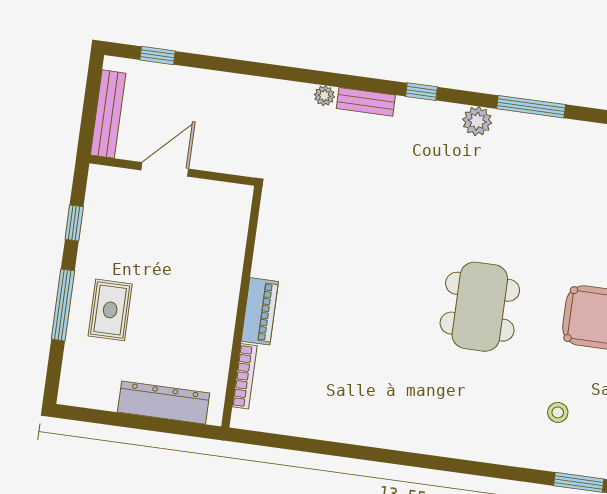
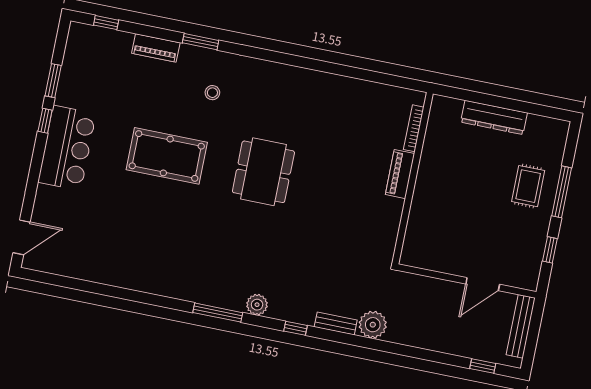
plant: (324, 96) -> (373, 325), width x1.88, depth x1.88
wall: (242, 307) -> (413, 178), moved
piano: (260, 311) -> (400, 174), moved
bookcase: (245, 376) -> (414, 128), moved

